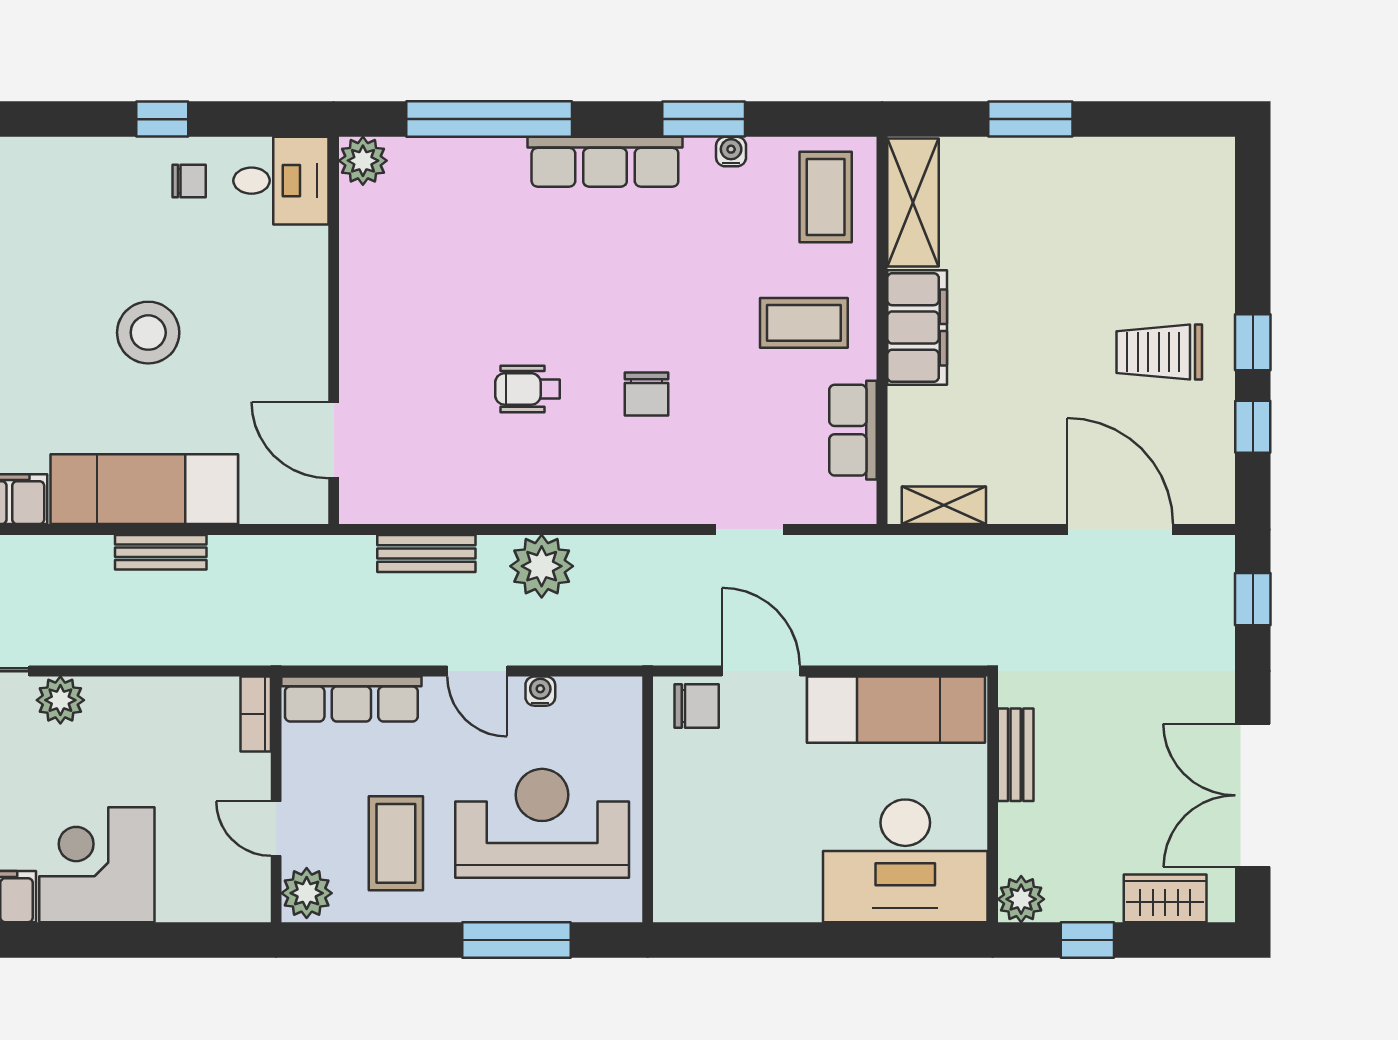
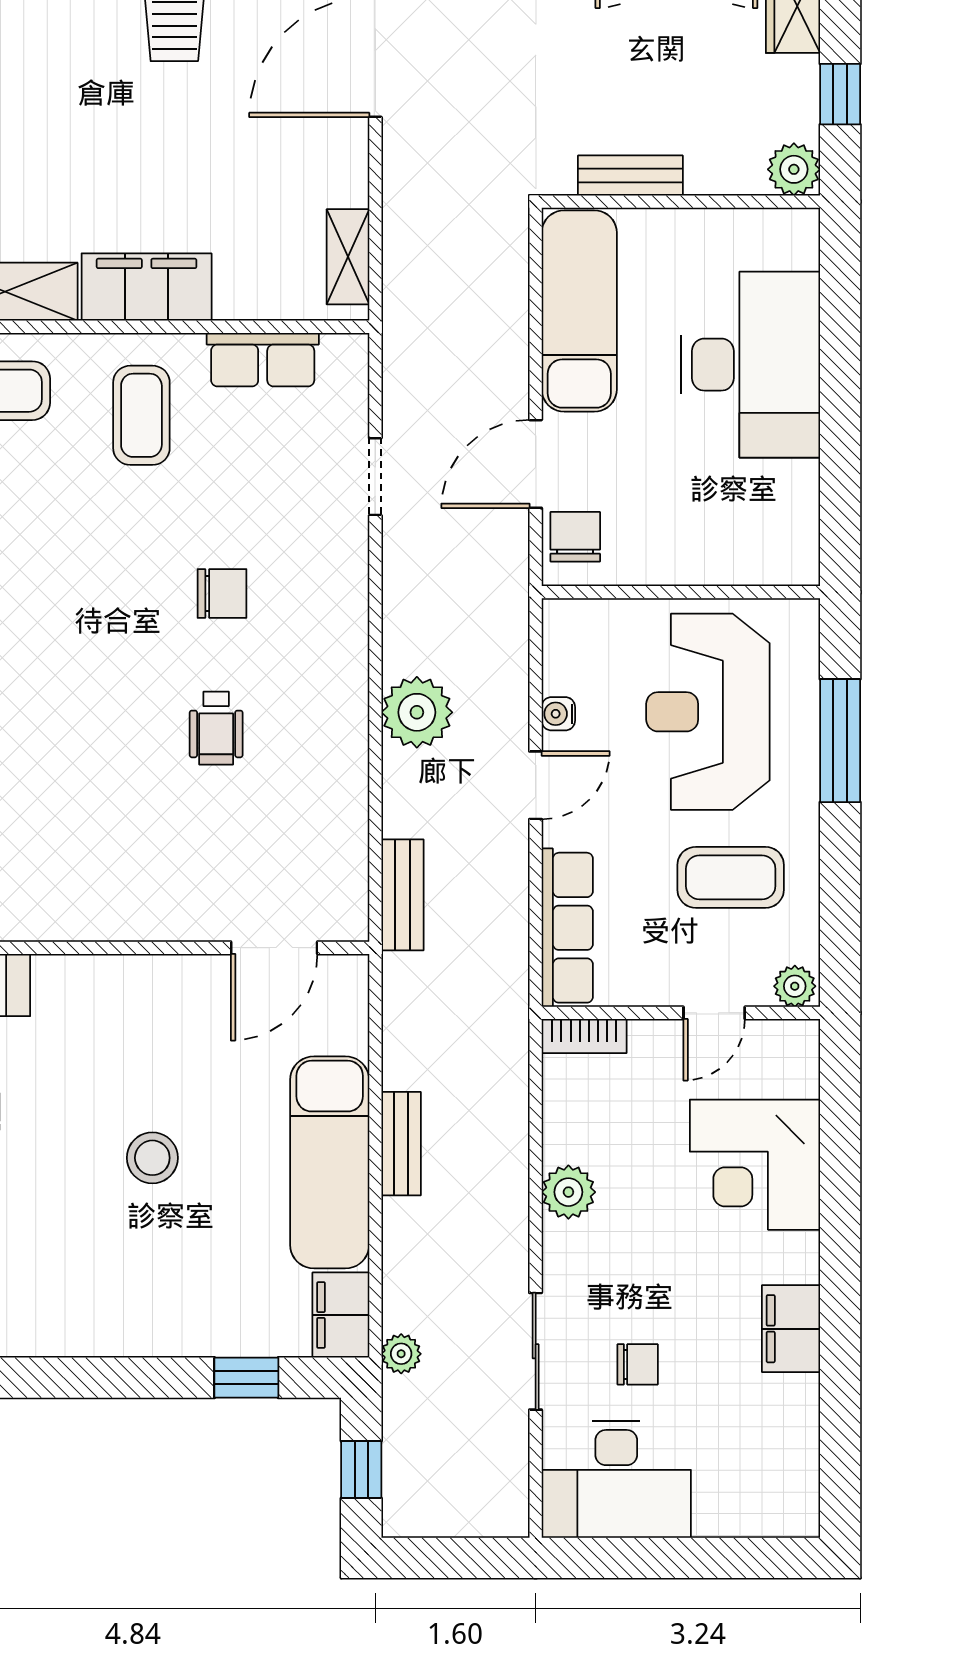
stool: (148, 333) -> (152, 1158), width x0.73, depth x0.73
bench: (426, 553) -> (402, 895), moved
plant: (60, 700) -> (568, 1192), moved
desk: (905, 861) -> (750, 365), moved
corner desk: (97, 865) -> (755, 1165), moved
plant: (307, 893) -> (795, 986), width x0.73, depth x0.73

